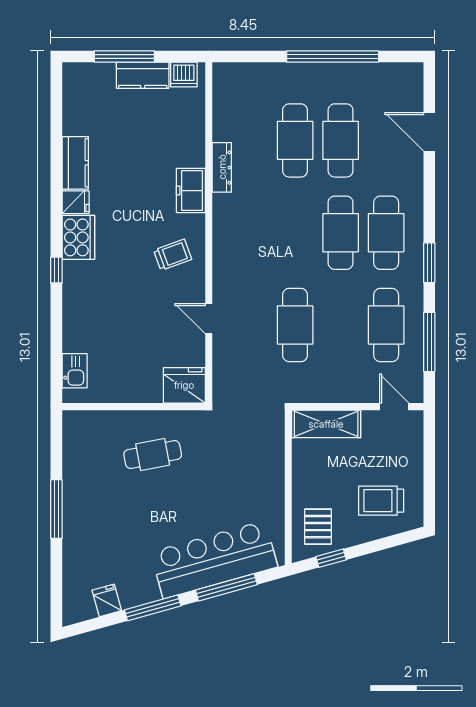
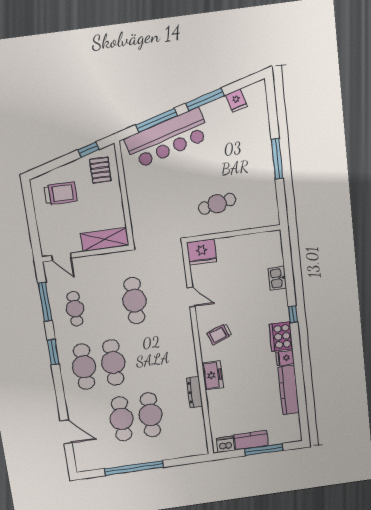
kitchen counter: (75, 163) -> (289, 390), width x1.50
cafe table: (386, 325) -> (75, 309), width x0.73, depth x0.74
kitchen sink: (75, 371) -> (277, 278), moved

